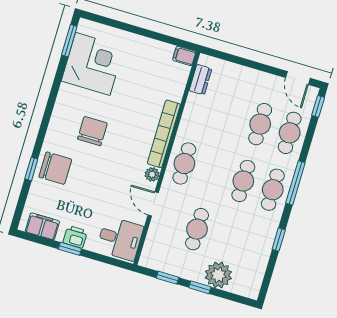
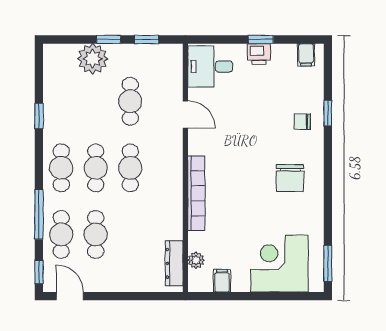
filing cabinet: (184, 56) -> (222, 281), moved, turned -90
corner desk: (93, 64) -> (279, 264), moved, turned 90
dresser: (200, 80) -> (174, 263), width x1.44
chair: (92, 131) -> (290, 178), moved
cafe table: (184, 164) -> (130, 168), moved
chair: (55, 168) -> (302, 122), width x0.54, depth x0.54
plant: (152, 174) -> (196, 260), moved
window: (295, 183) -> (39, 214), moved
filing cabinet: (42, 226) -> (306, 55), width x0.50

